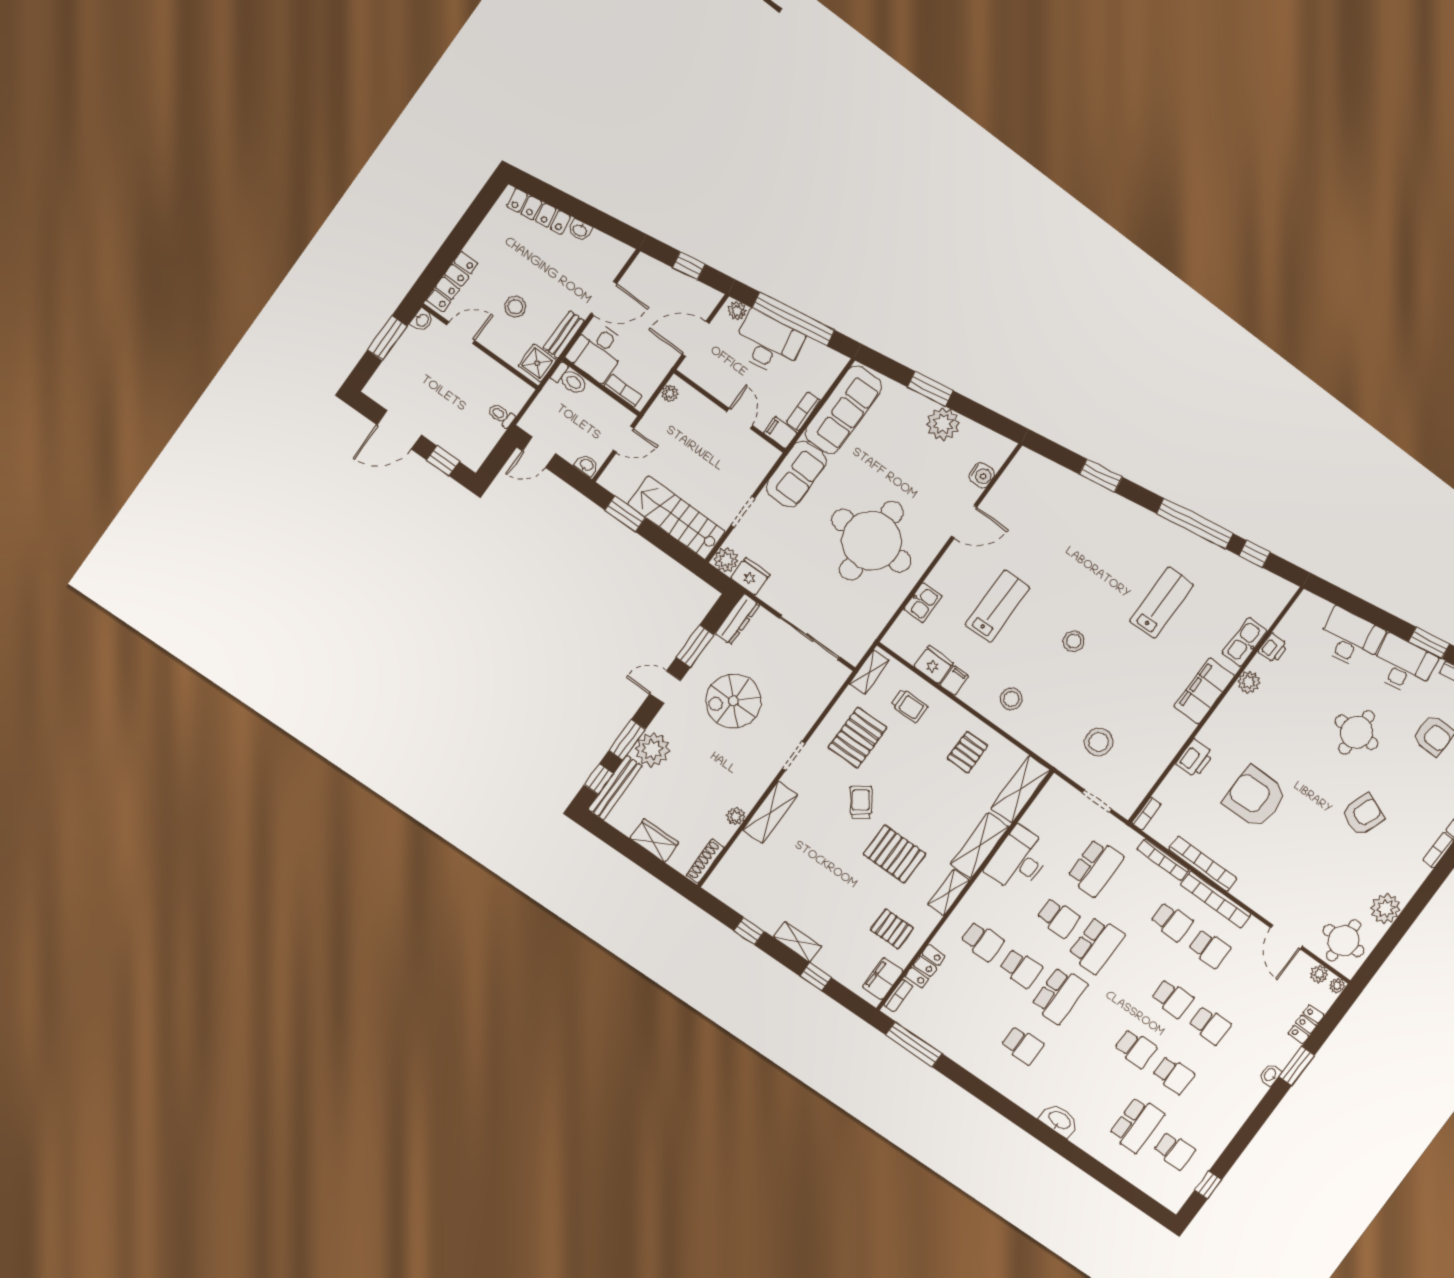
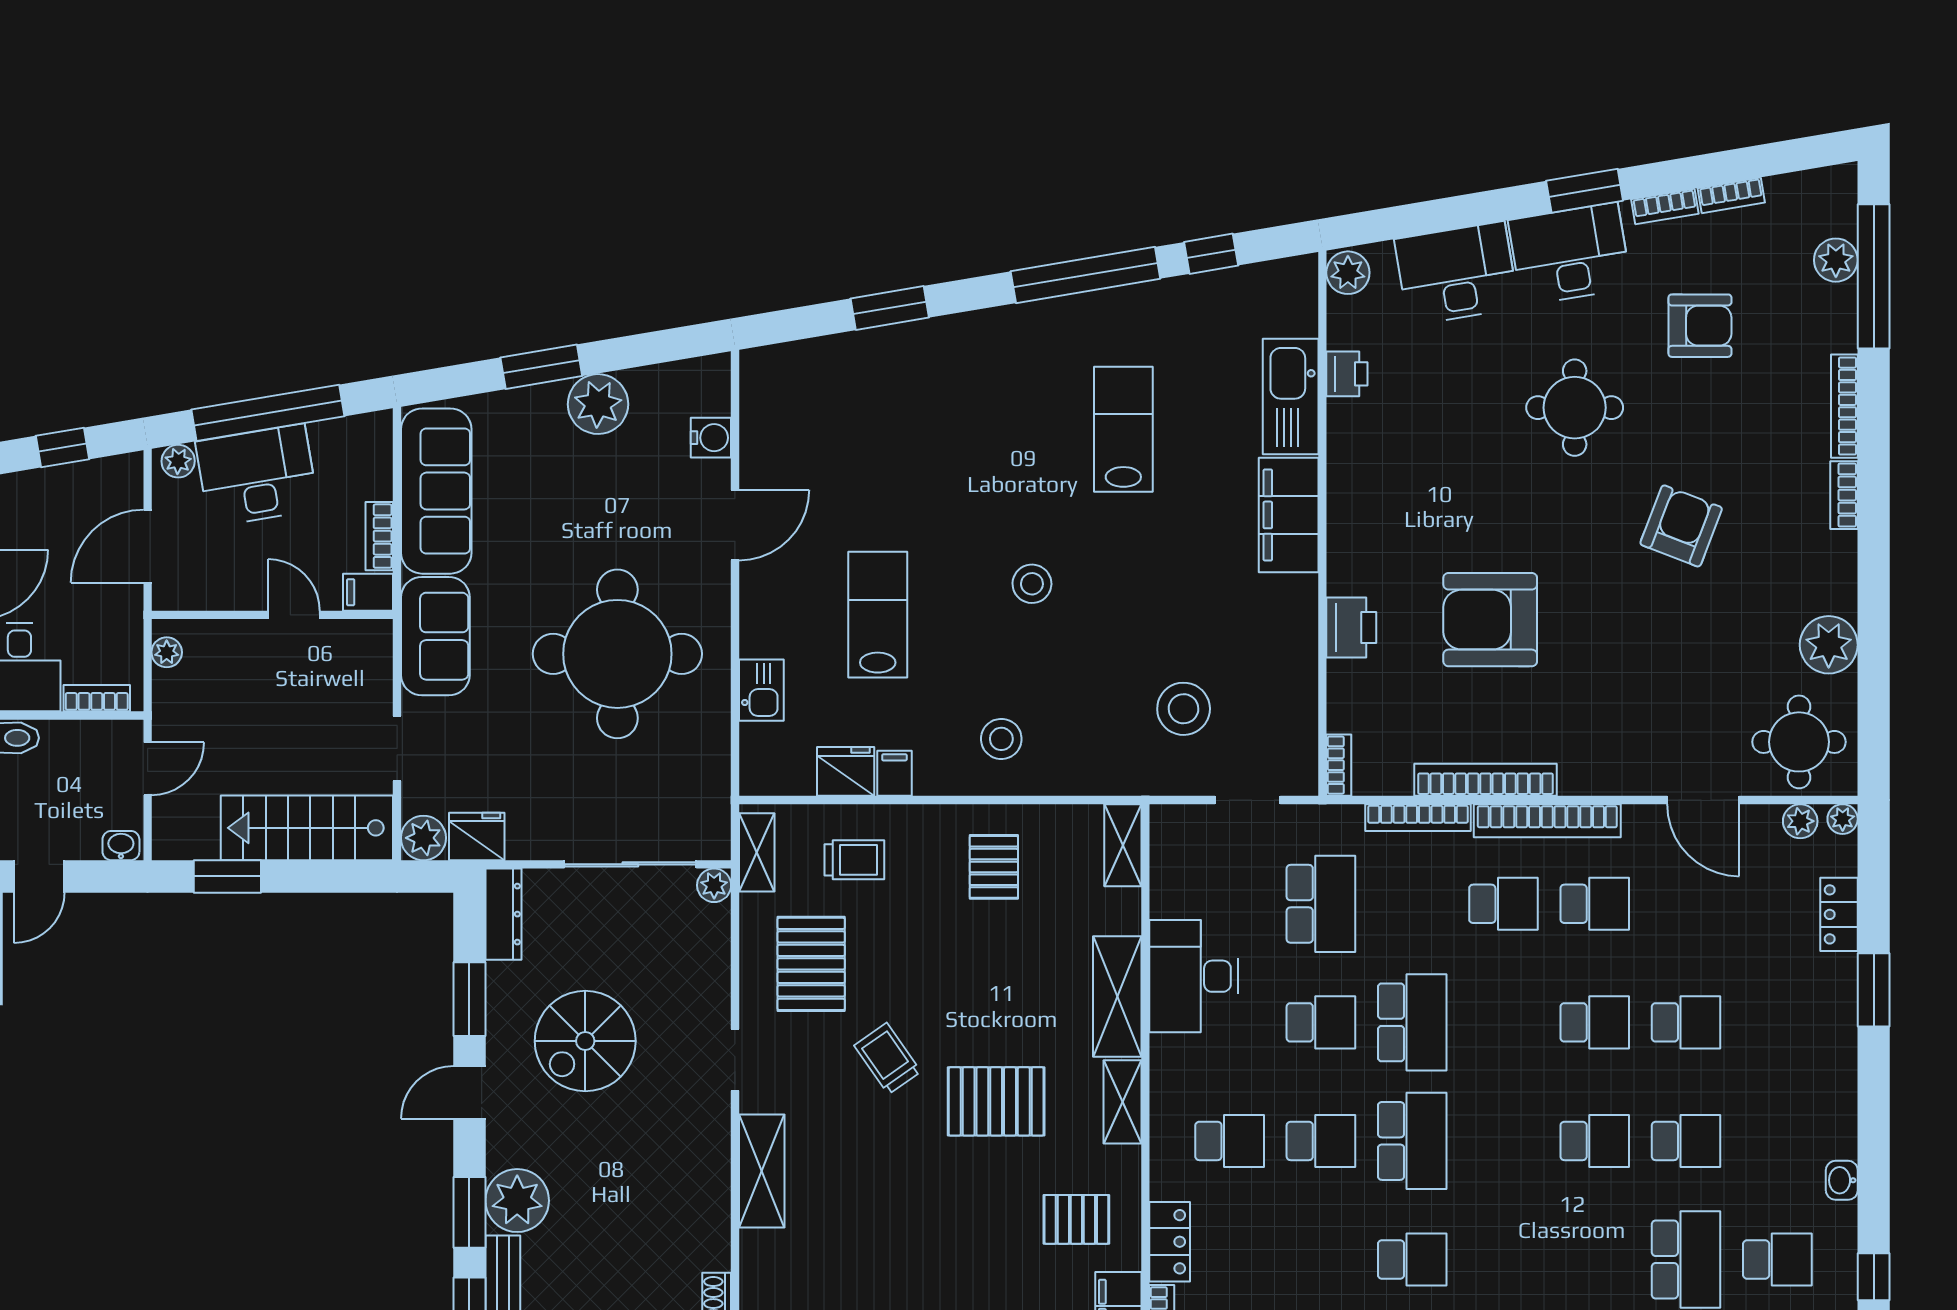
kitchen sink: (1245, 642) -> (1291, 396), width x1.36, depth x1.24
plant: (1249, 682) -> (1348, 273), moved
shelving: (1021, 789) -> (1123, 845), width x0.67, depth x0.75
plant: (736, 816) -> (714, 885), moved
washbasin: (1270, 1075) -> (1842, 1180), moved

